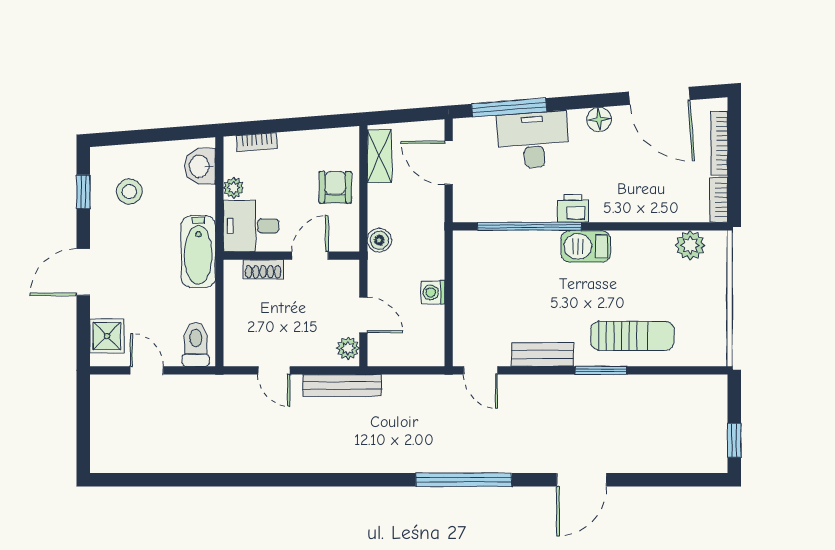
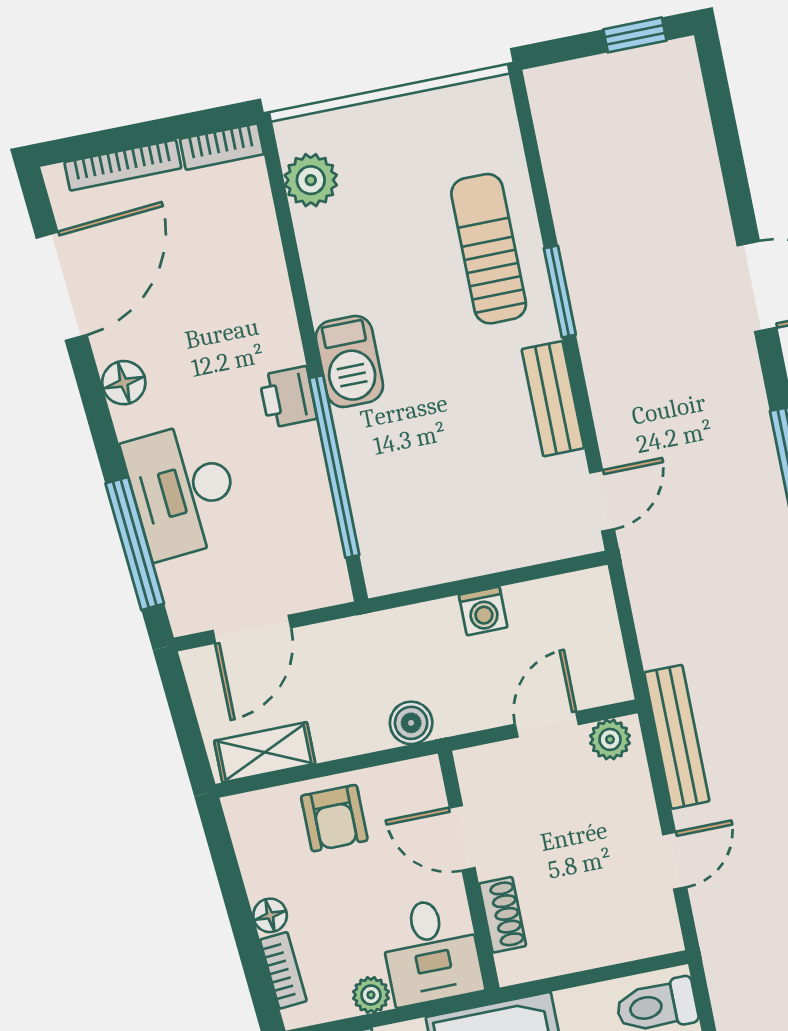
floor lamp: (289, 141) -> (270, 915), added
armchair: (335, 187) -> (334, 818), turned -90

